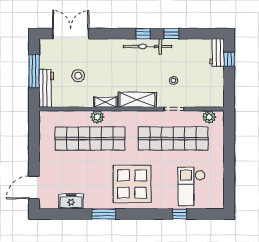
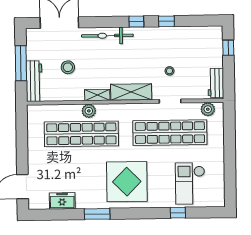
bicycle: (148, 46) -> (107, 36), moved
workbench: (217, 52) -> (216, 83), moved

